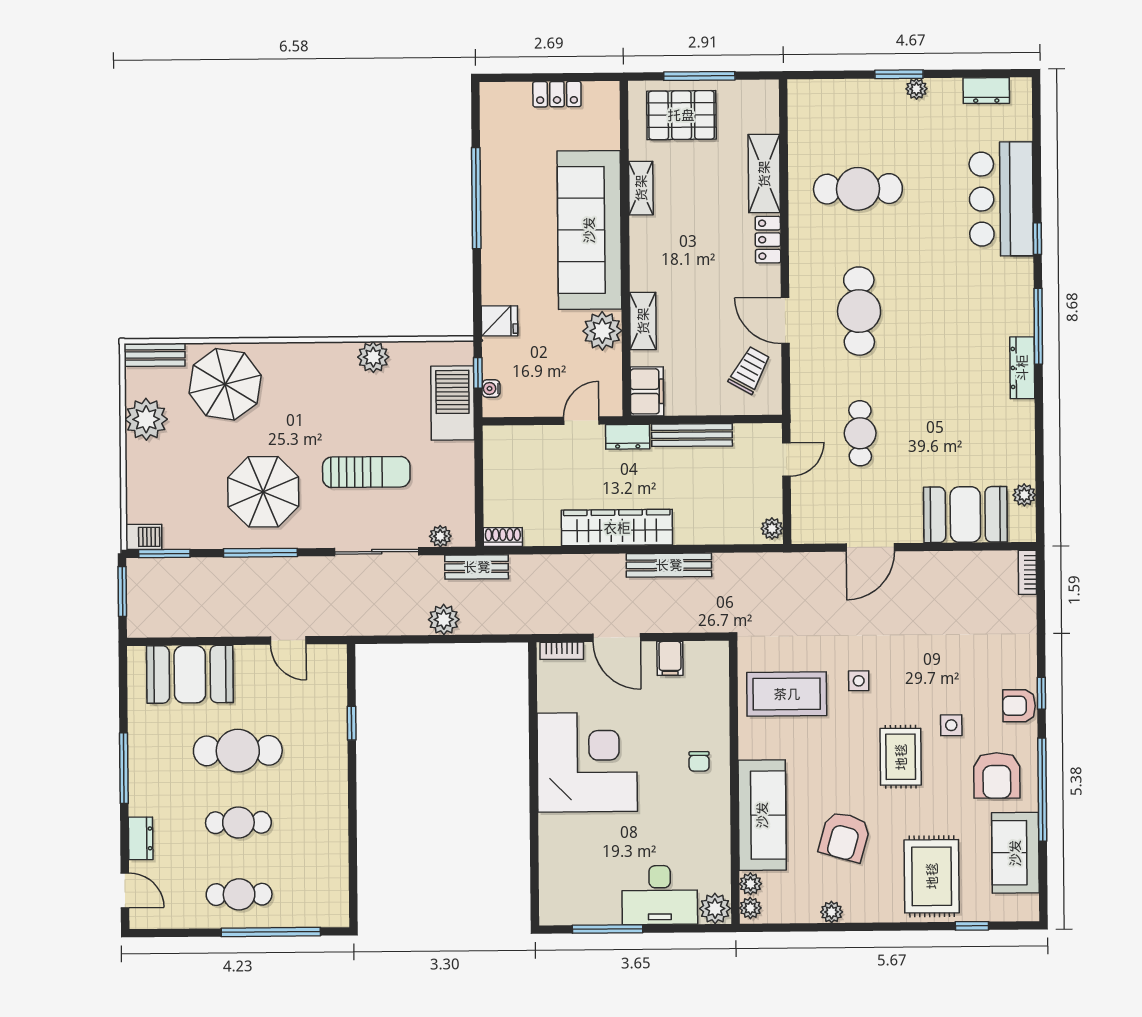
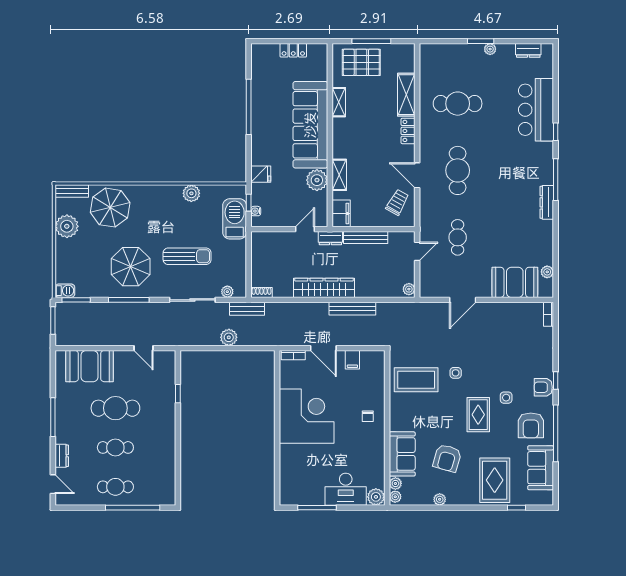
sofa: (762, 815) -> (402, 454), width x0.73

